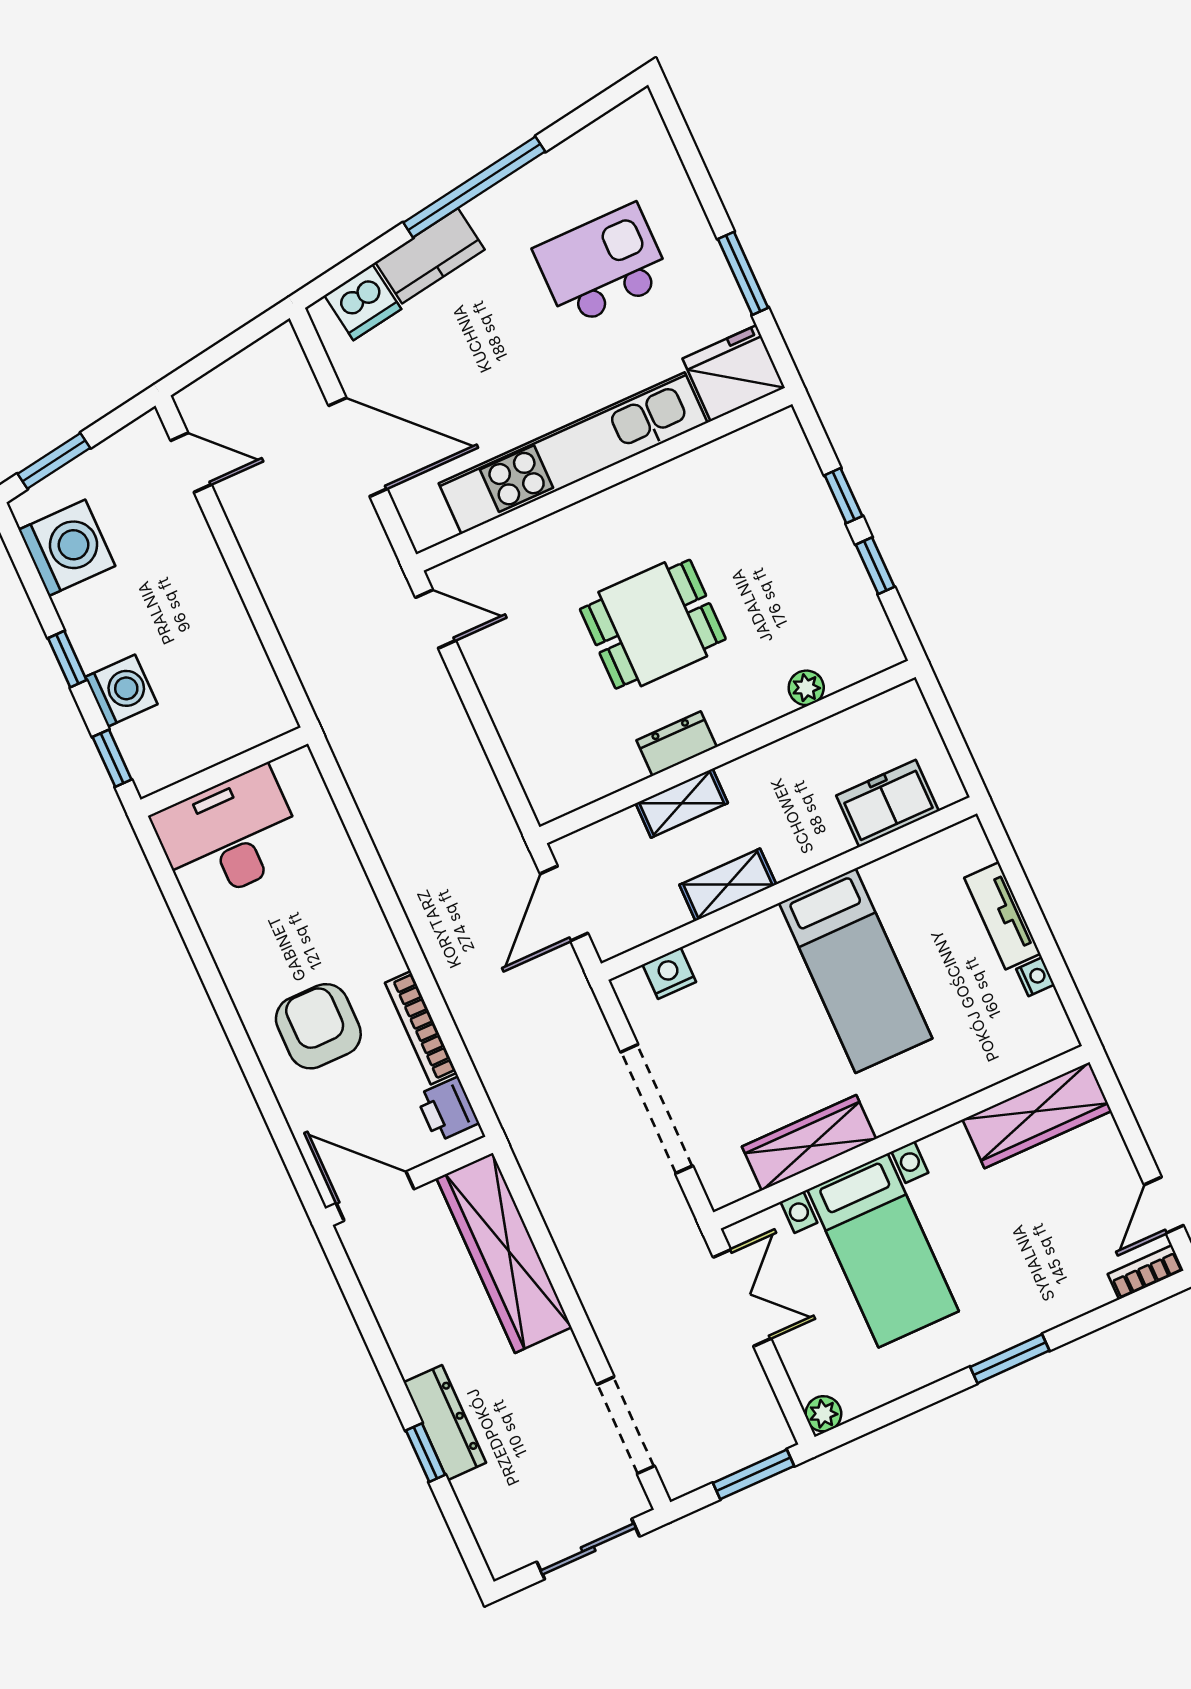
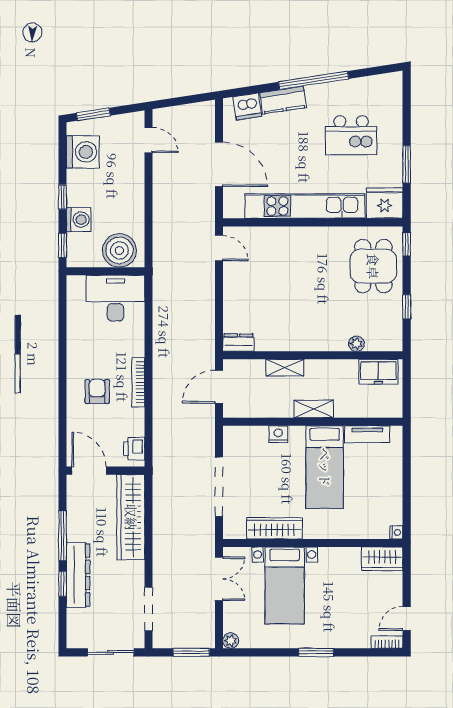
kitchen island: (602, 265) -> (351, 135), turned 180
window: (843, 496) -> (407, 244), moved
dining table: (653, 624) -> (373, 266), moved, turned 90
boiler: (233, 716) -> (119, 250), added
dresser: (677, 744) -> (238, 343), moved
freezer: (887, 803) -> (378, 372), moved, turned 180
desk: (229, 836) -> (115, 298), moved
shelving: (728, 885) -> (314, 409), moved
tv unit: (1002, 916) -> (367, 434), moved, turned -90
nightstand: (669, 973) -> (278, 434), moved
nightstand: (1035, 977) -> (396, 532), moved
armchair: (318, 1026) -> (97, 391), width x0.72, depth x0.72
bookcase: (421, 1028) -> (138, 382), moved
wardrobe: (1037, 1115) -> (382, 559), width x0.67
window: (381, 1355) -> (63, 536), added
dresser: (445, 1423) -> (78, 575), width x1.37, depth x1.24

